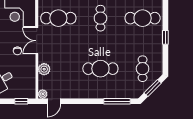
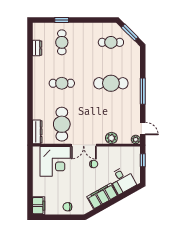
cafe table: (143, 18) -> (62, 42), width x0.73, depth x0.74
window: (165, 37) -> (62, 20), moved
cafe table: (100, 69) -> (111, 83), turned 90
window: (117, 101) -> (143, 91), moved

